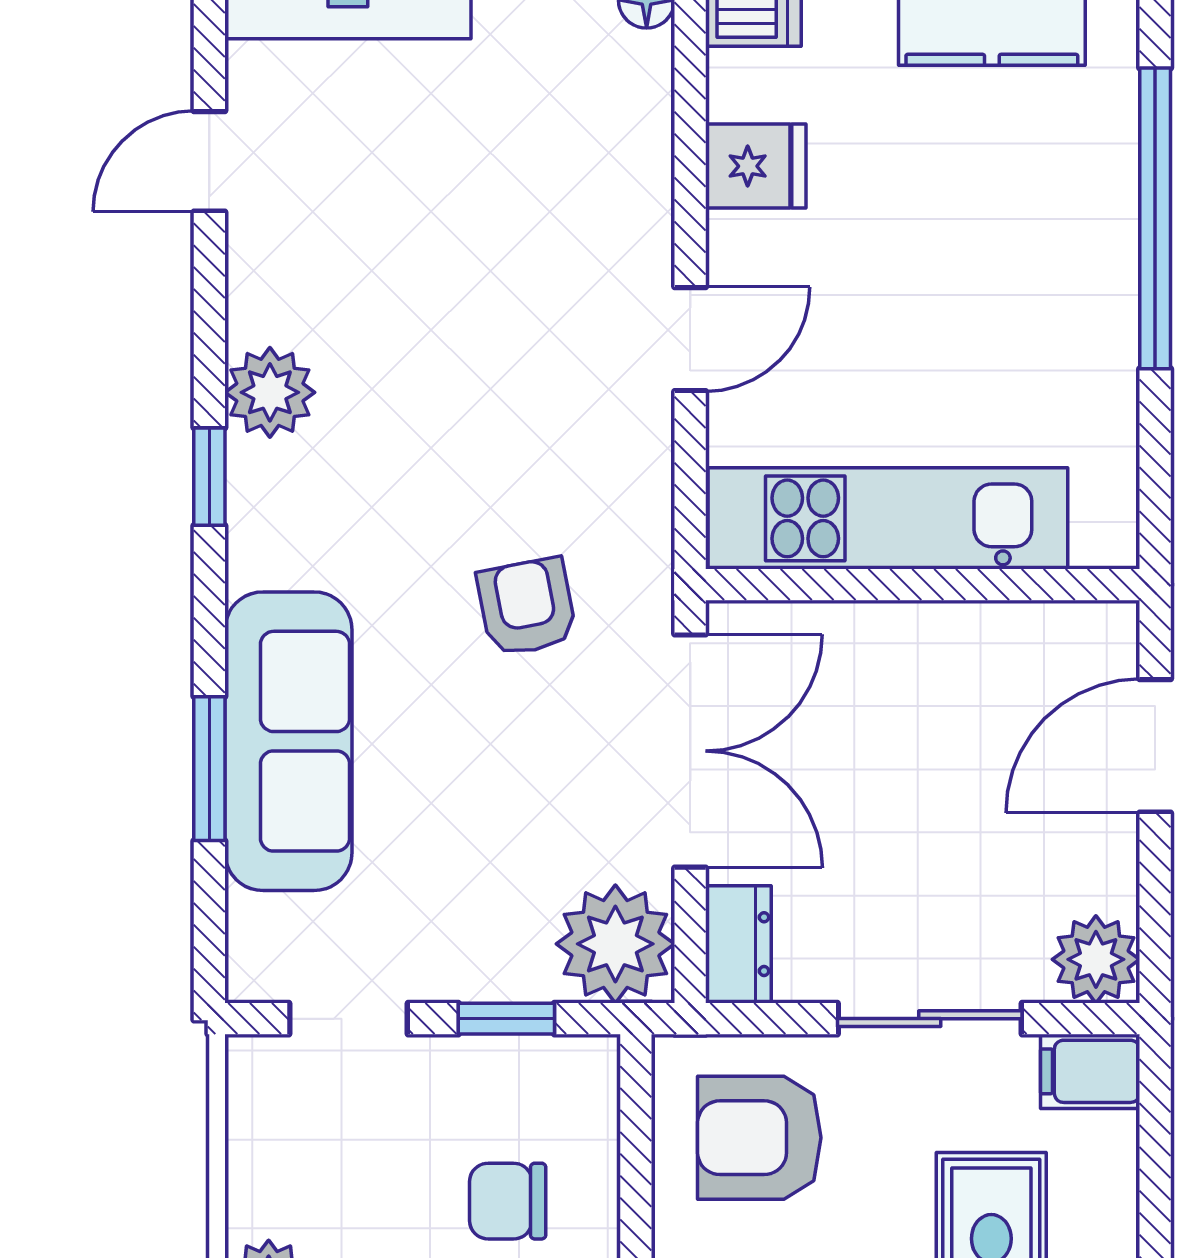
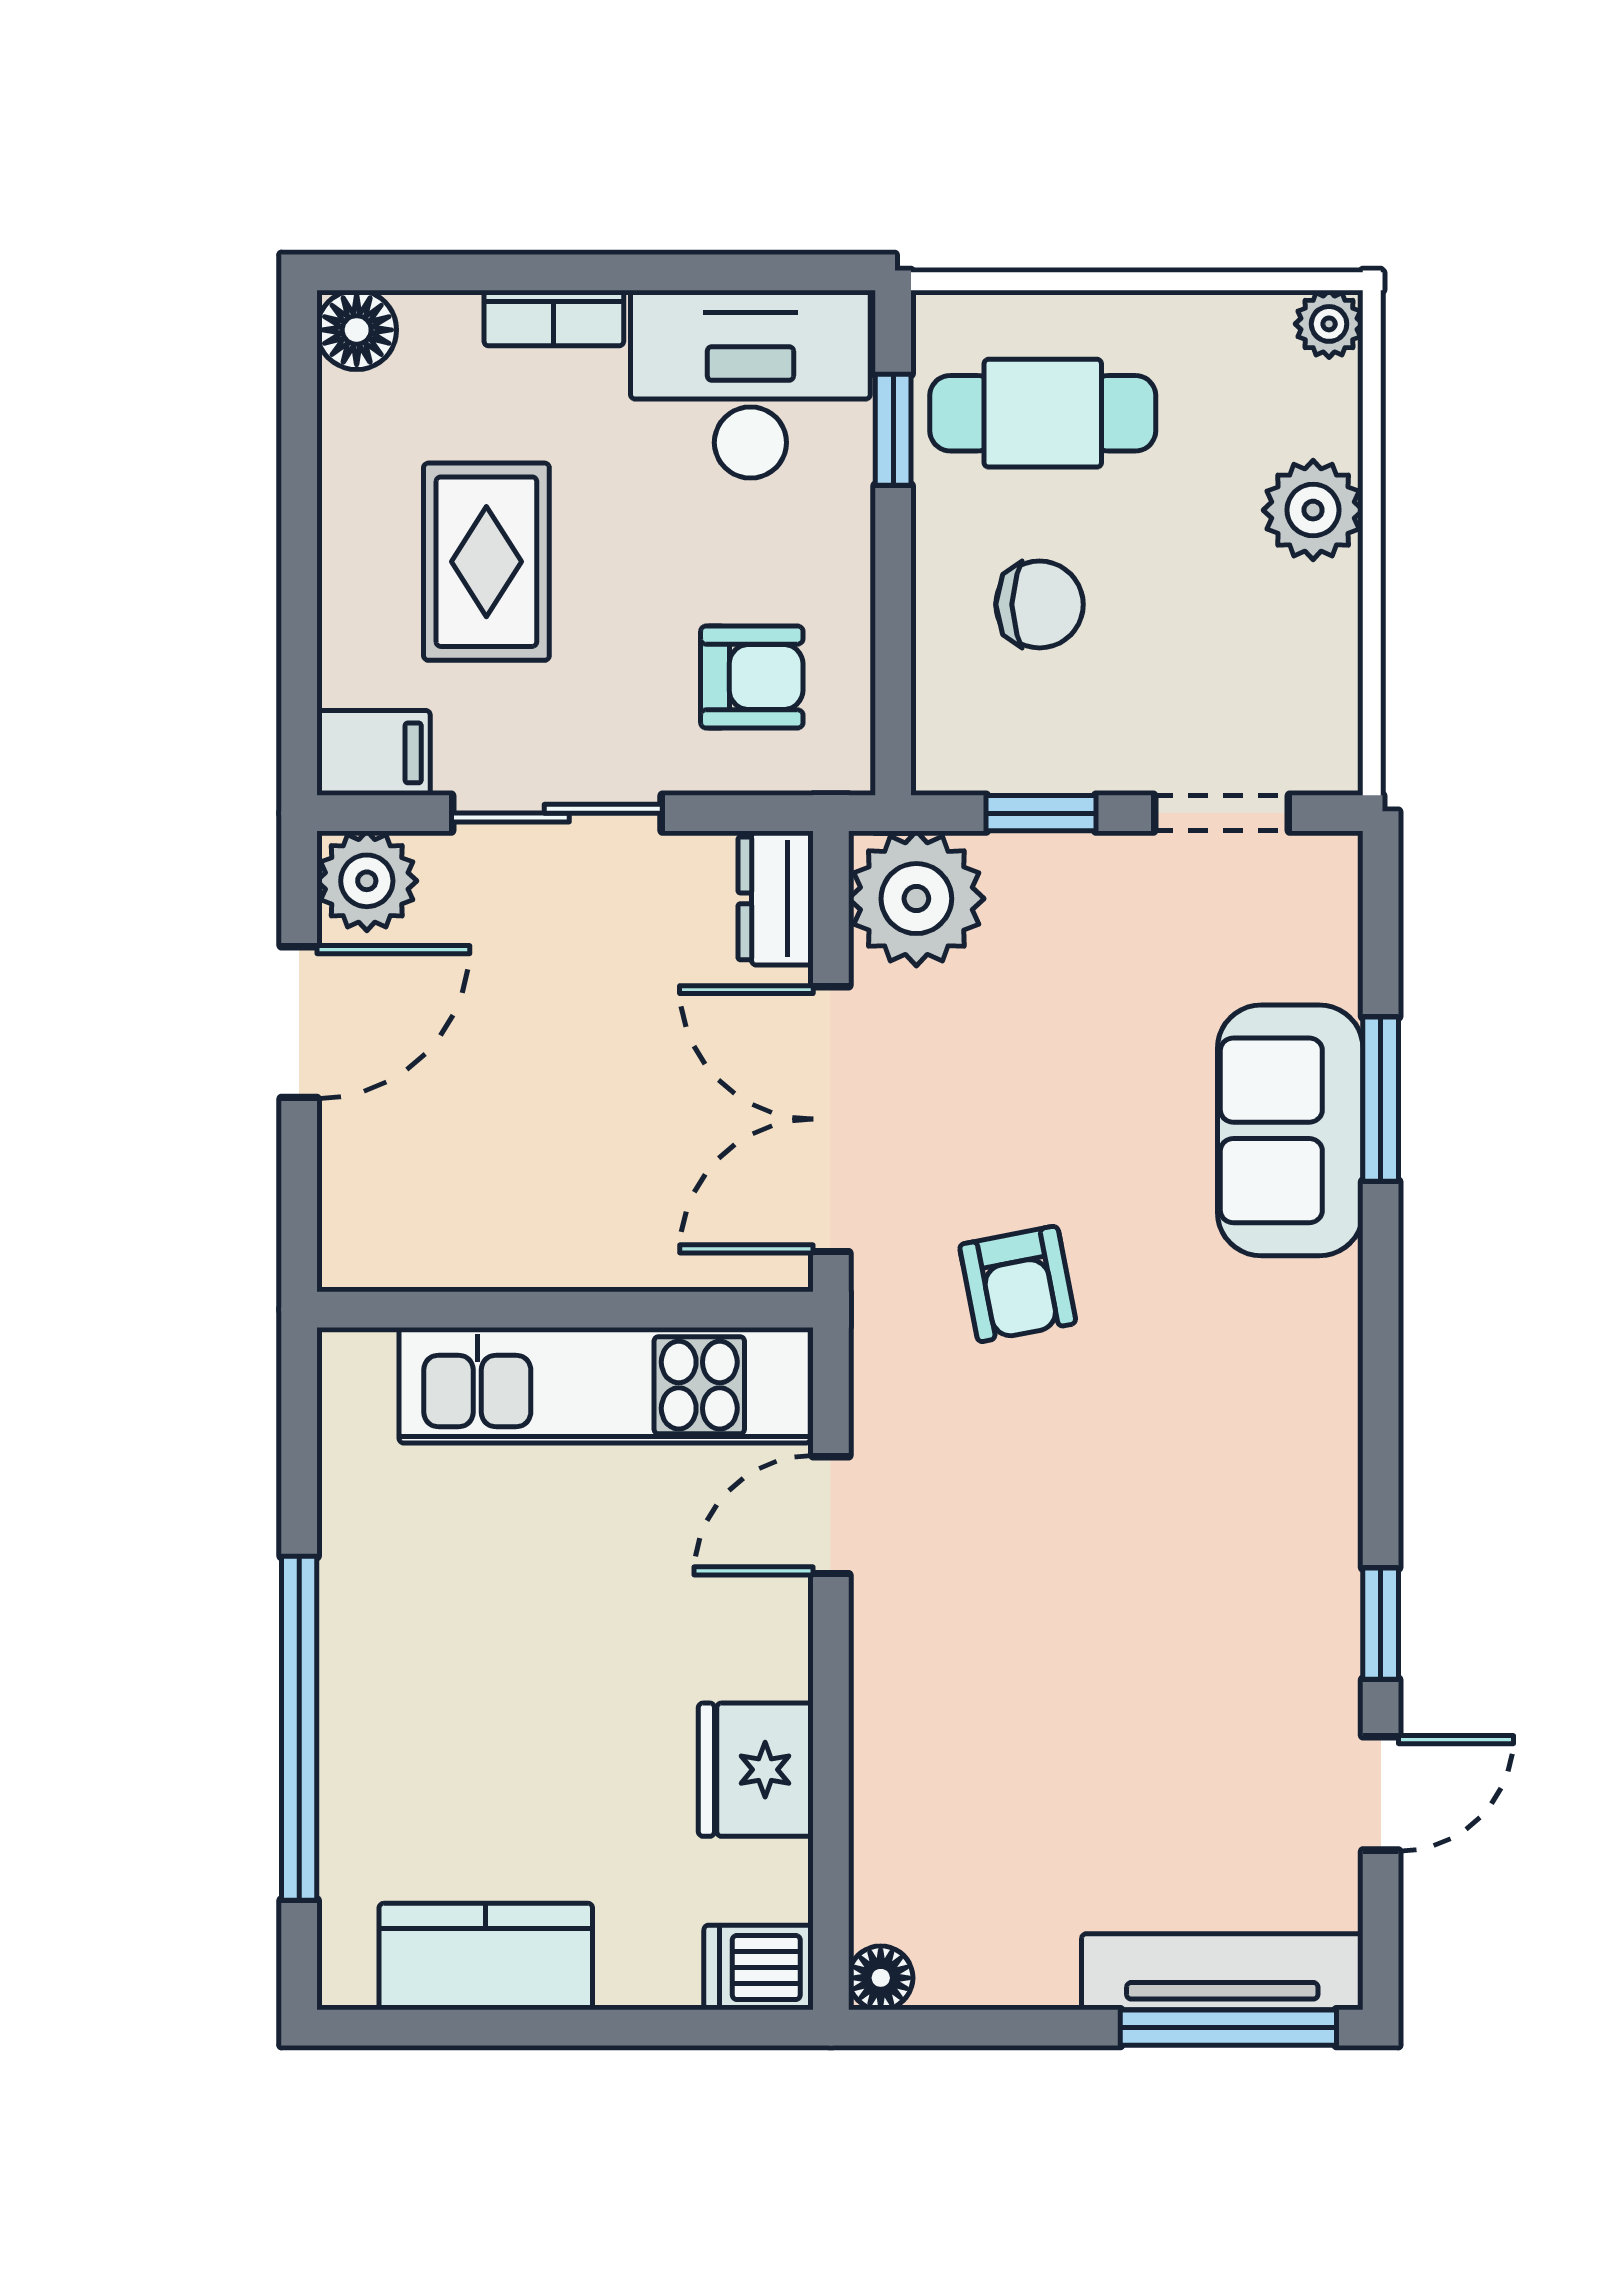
fridge: (756, 166) -> (756, 1770), width x1.38
door: (690, 339) -> (831, 1515), moved
plant: (270, 392) -> (1311, 1529), removed
window: (209, 477) -> (1381, 1624), moved
sofa: (288, 741) -> (1290, 1130), width x0.73
door: (1155, 746) -> (299, 1022), moved
armchair: (759, 1138) -> (752, 677), width x0.72, depth x0.72

